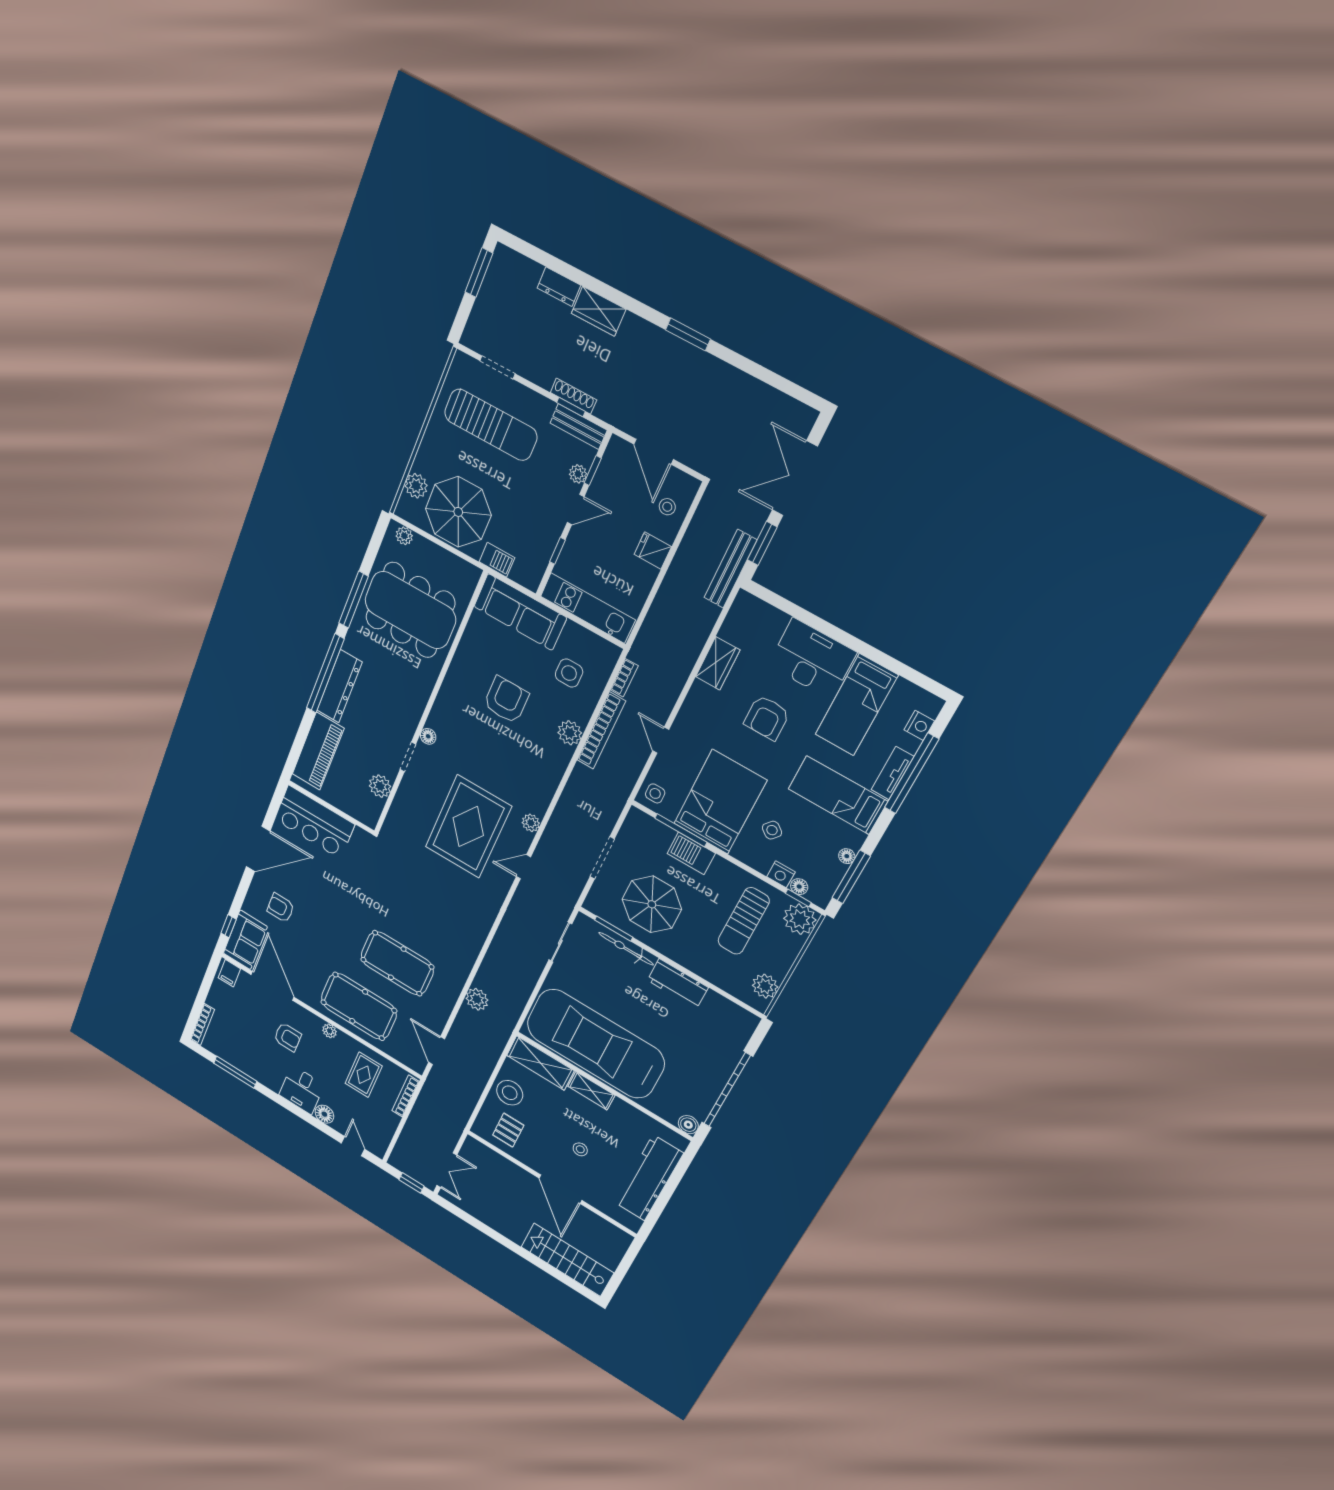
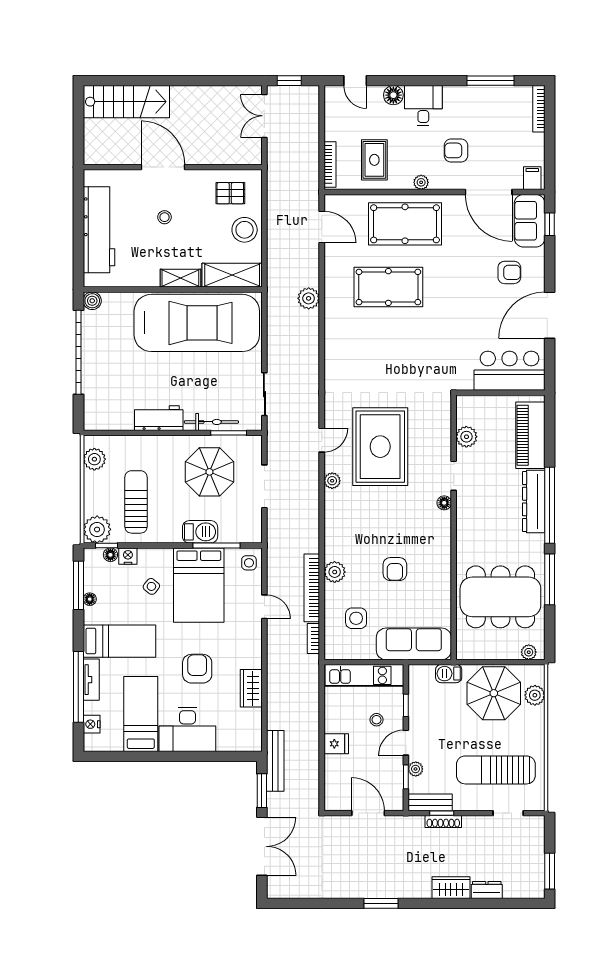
stool: (667, 507) -> (376, 720), moved
armchair: (506, 700) -> (395, 569), width x0.72, depth x0.72
pallet: (508, 1130) -> (230, 193), turned 90

